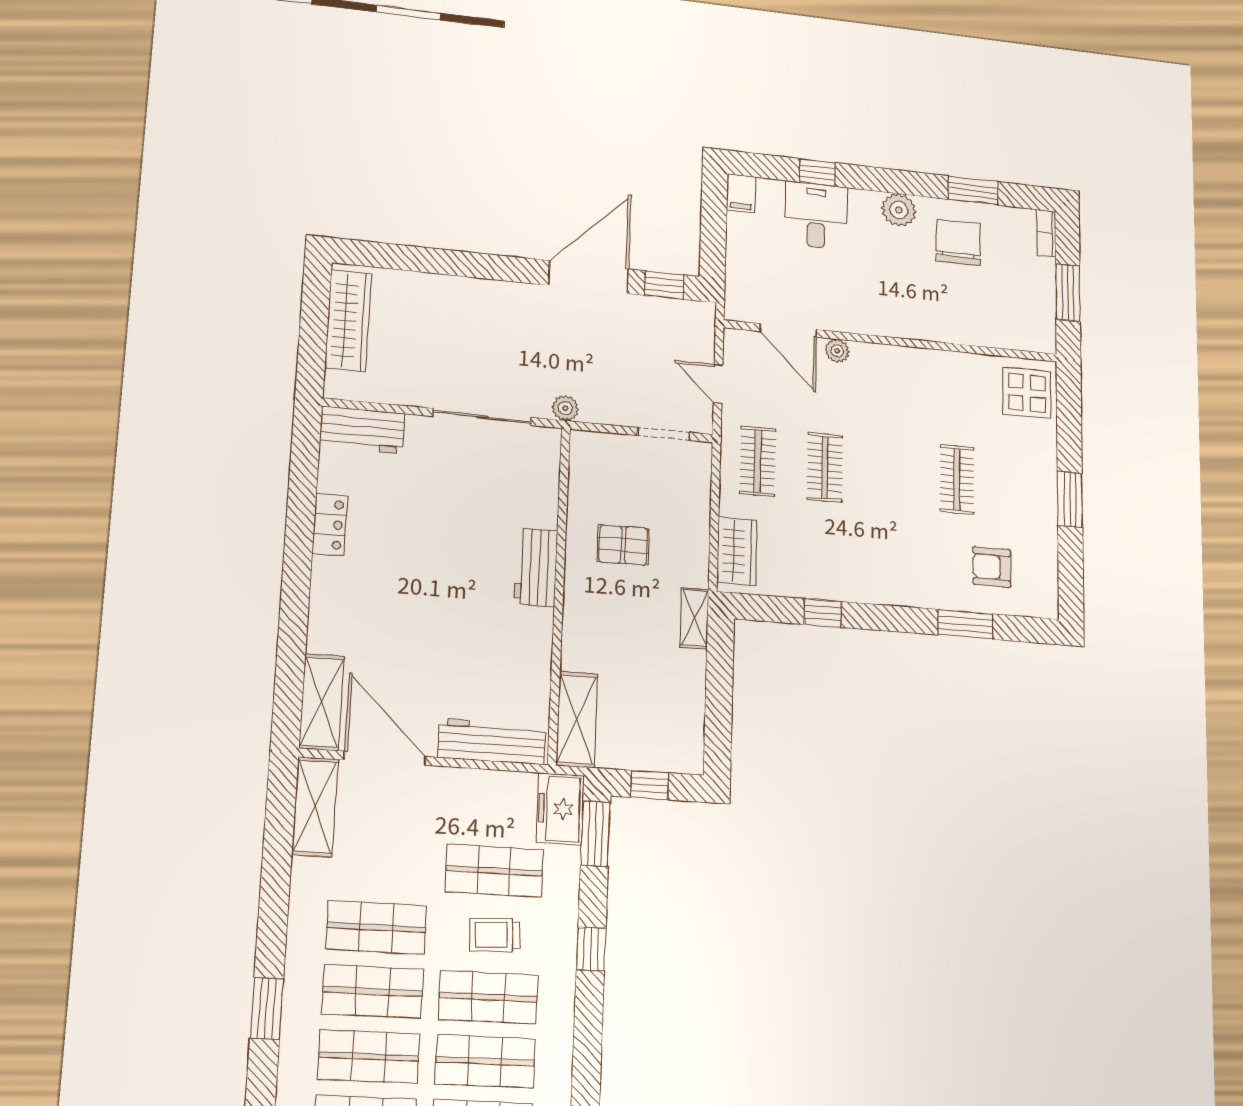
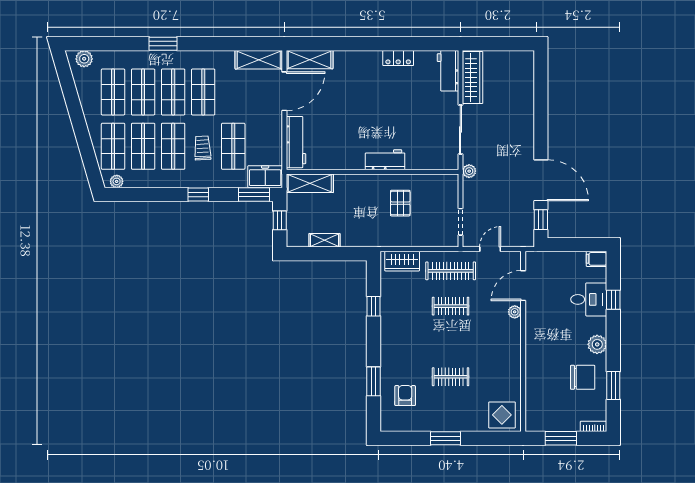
wardrobe: (348, 321) -> (473, 77), moved, turned -90
clothes rail: (758, 461) -> (451, 271), width x1.36
shelving: (694, 618) -> (324, 240), moved

